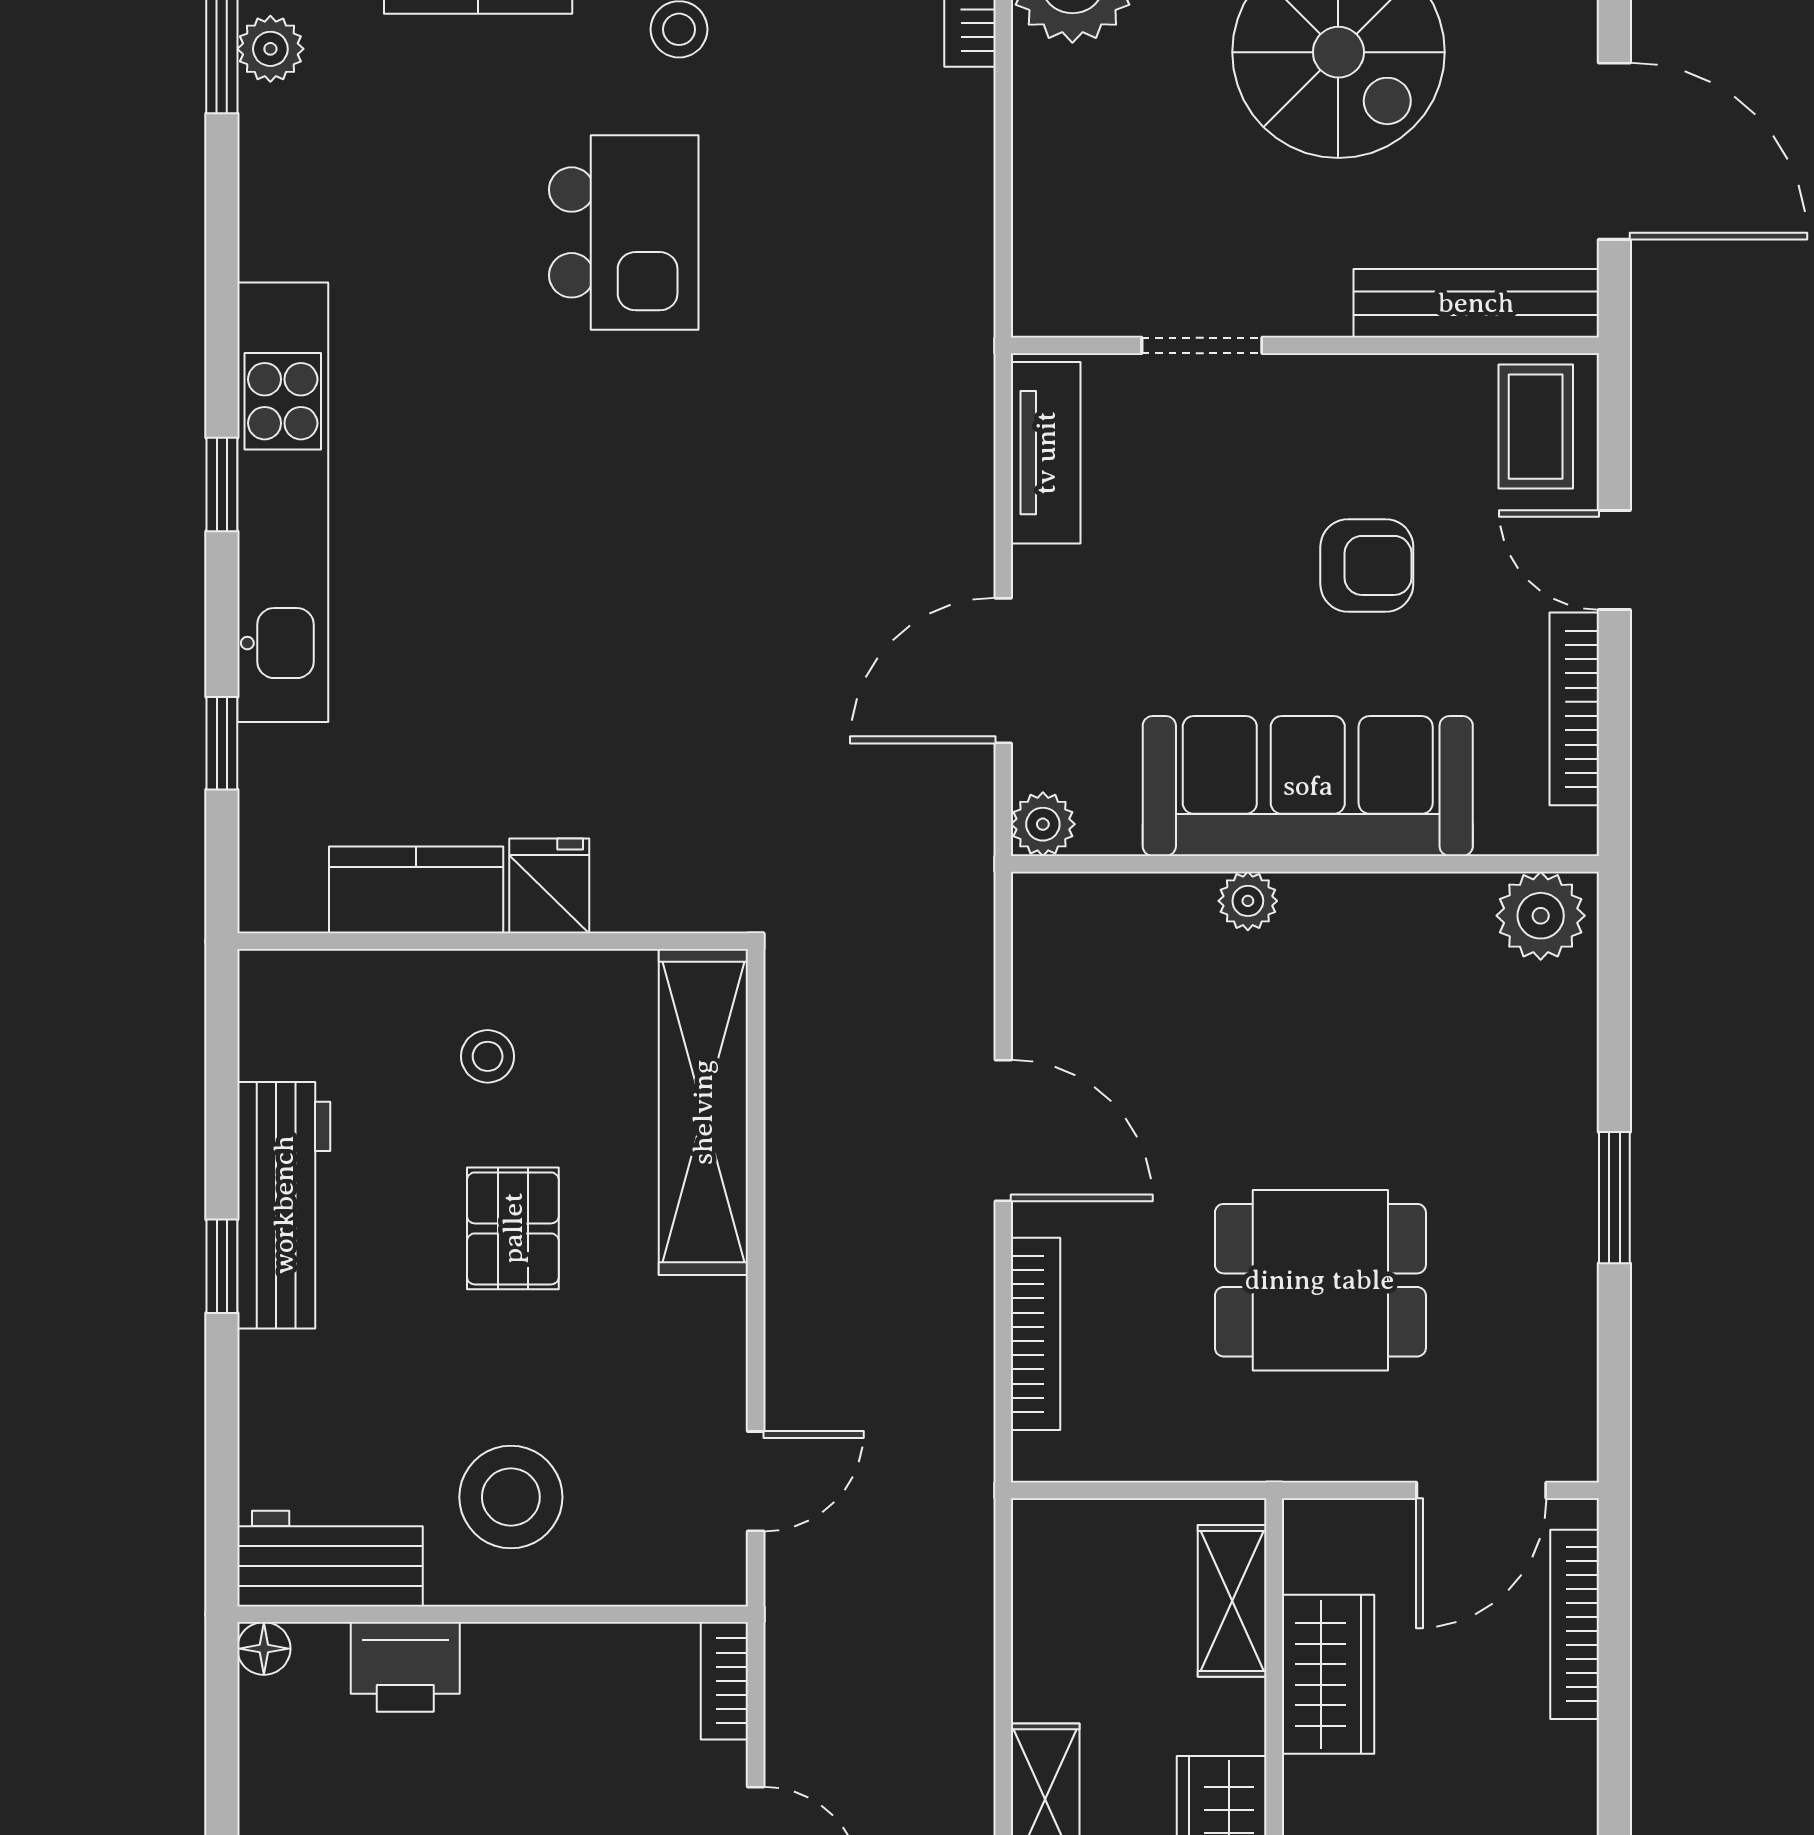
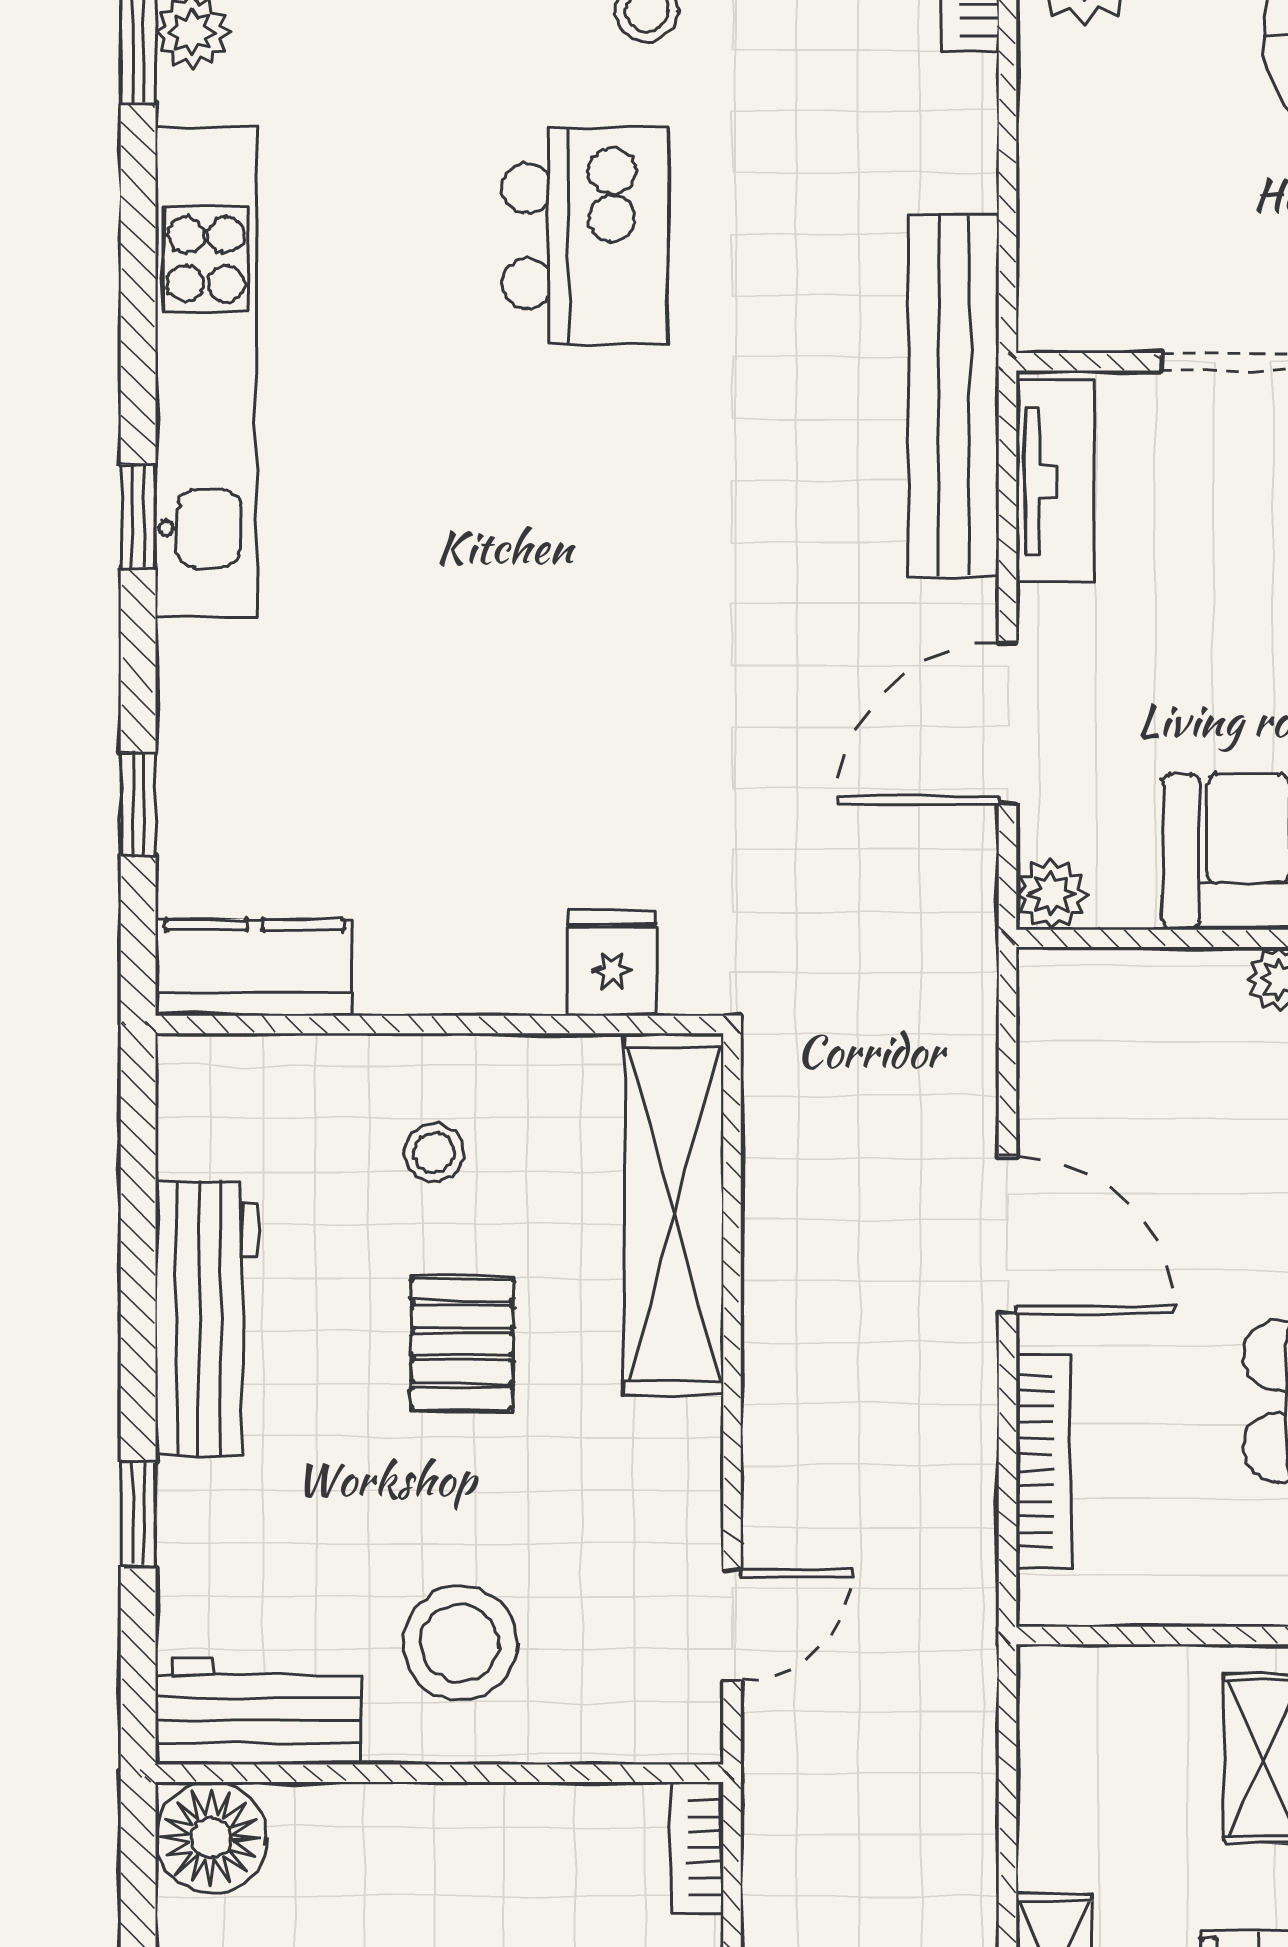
bench: (955, 376) -> (954, 395), added
kitchen unit: (283, 502) -> (206, 372), moved
fridge: (549, 886) -> (612, 963), moved
kitchen counter: (416, 890) -> (255, 967), moved
window: (222, 1266) -> (138, 1514), moved
floor lamp: (264, 1649) -> (211, 1838), width x1.89, depth x1.89
printer: (405, 1667) -> (342, 1832), removed

